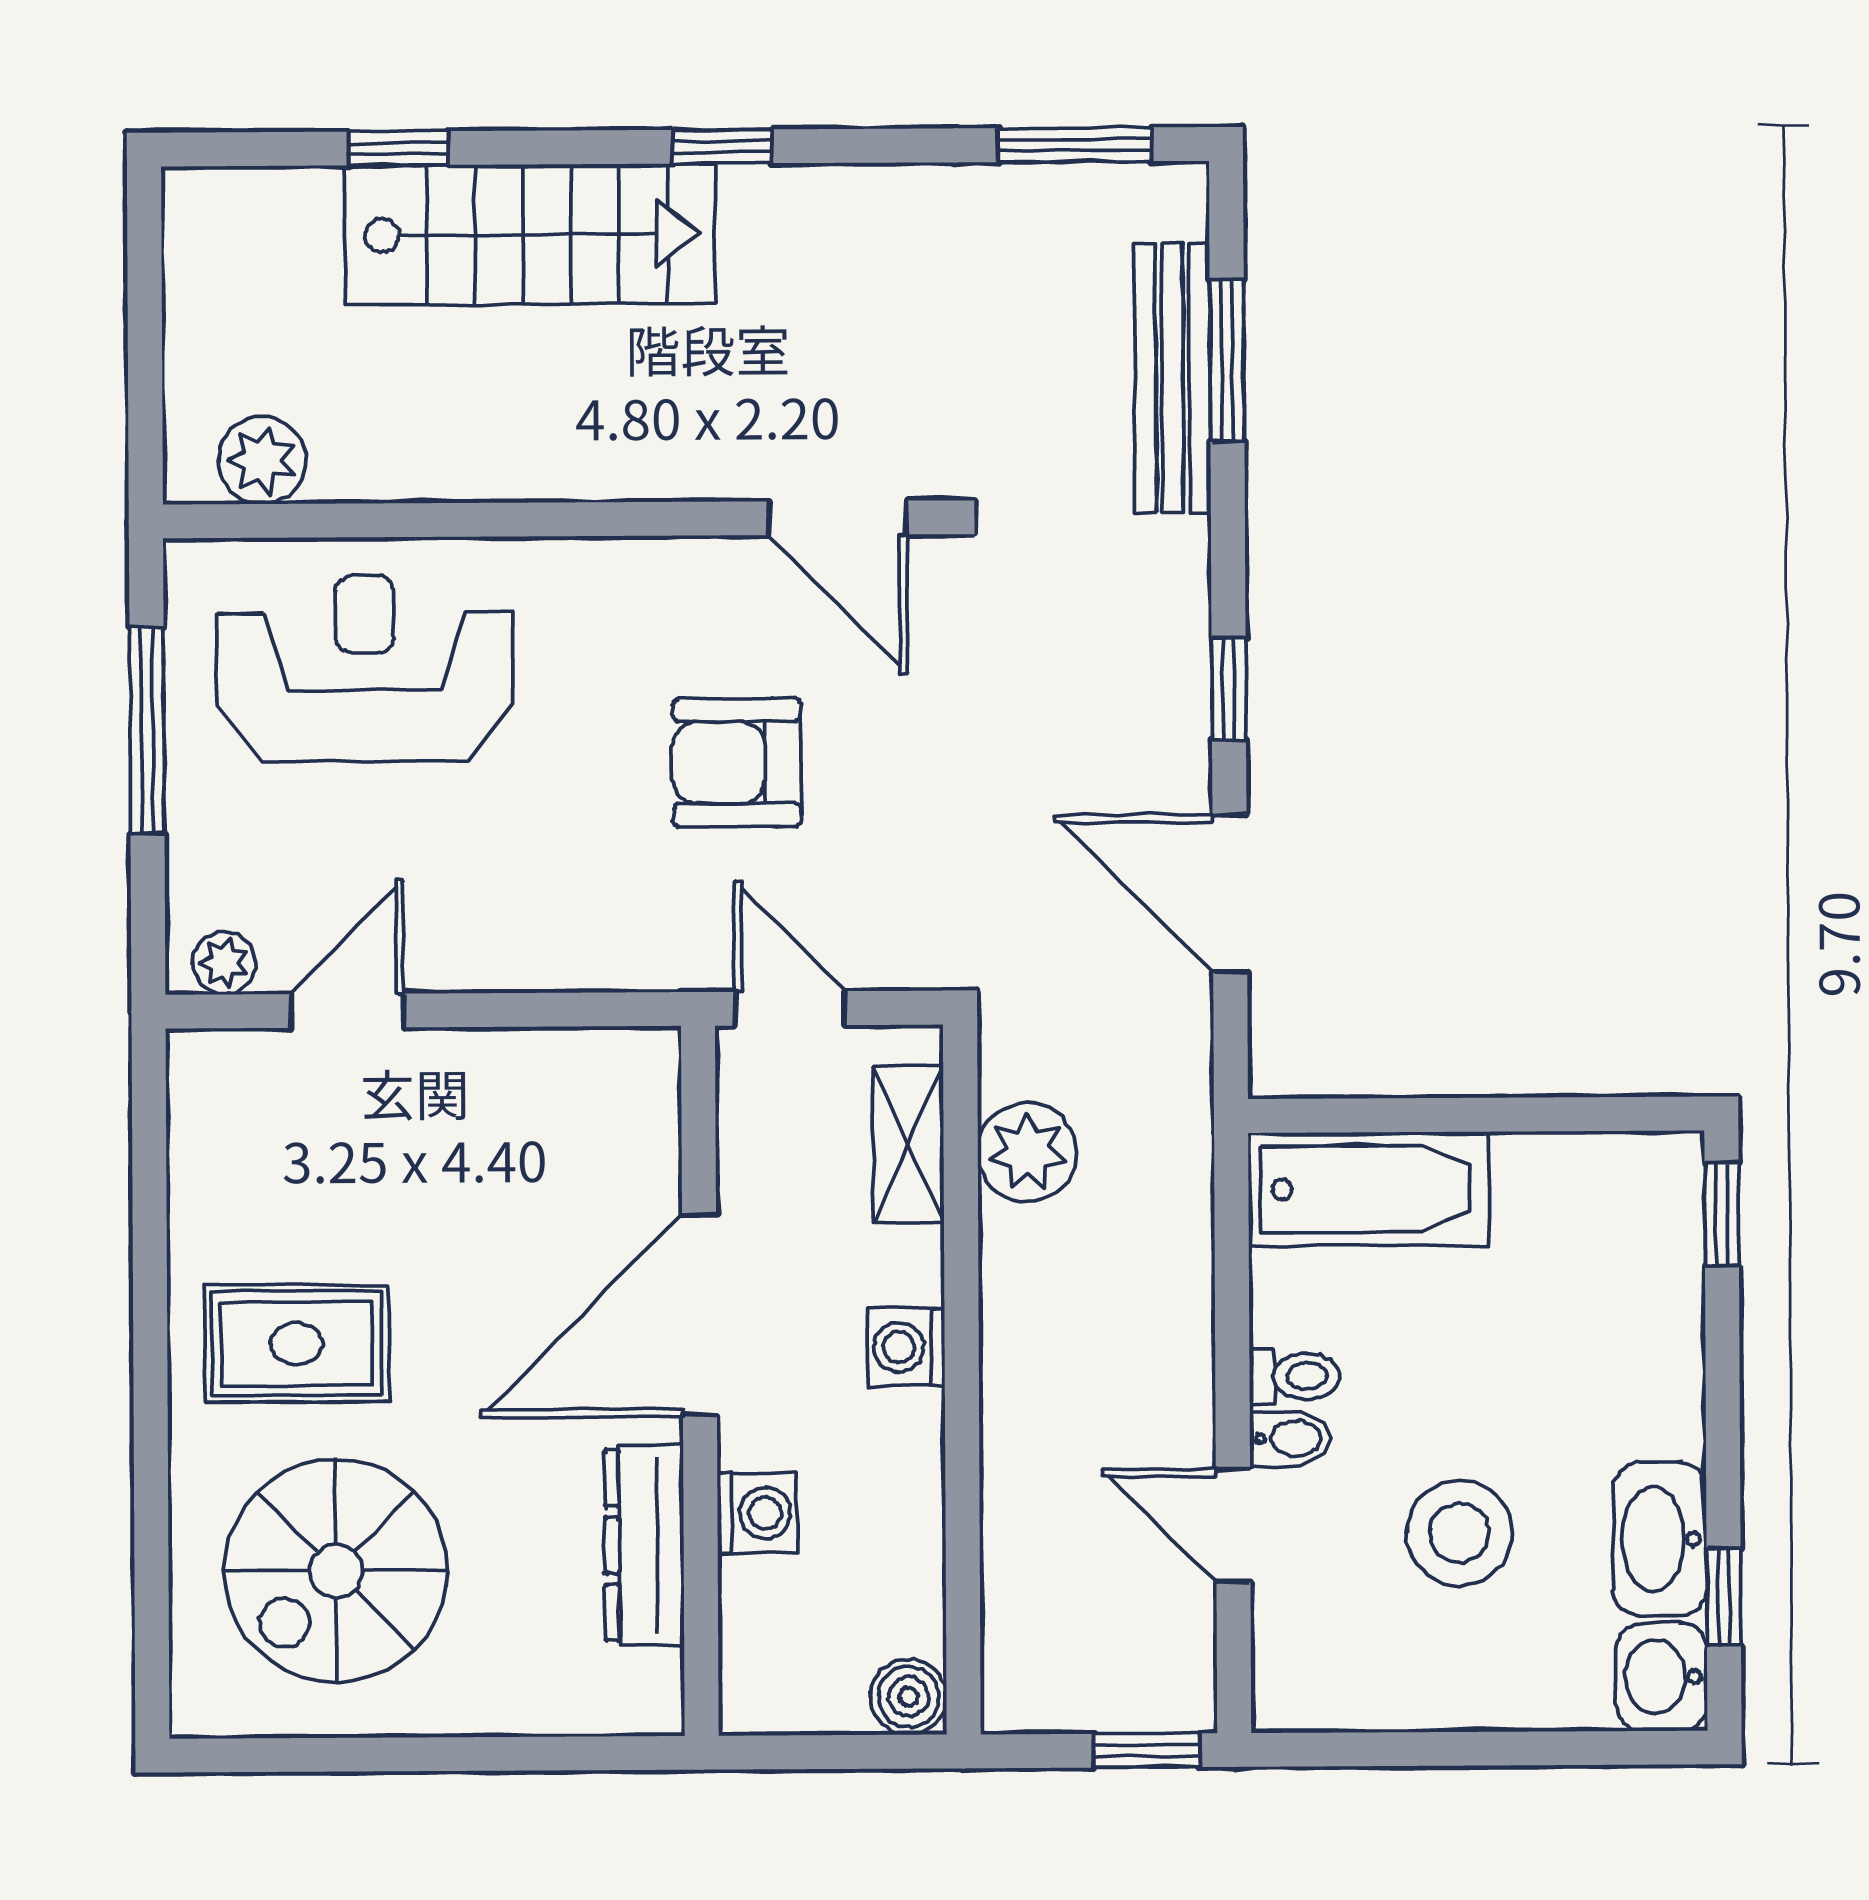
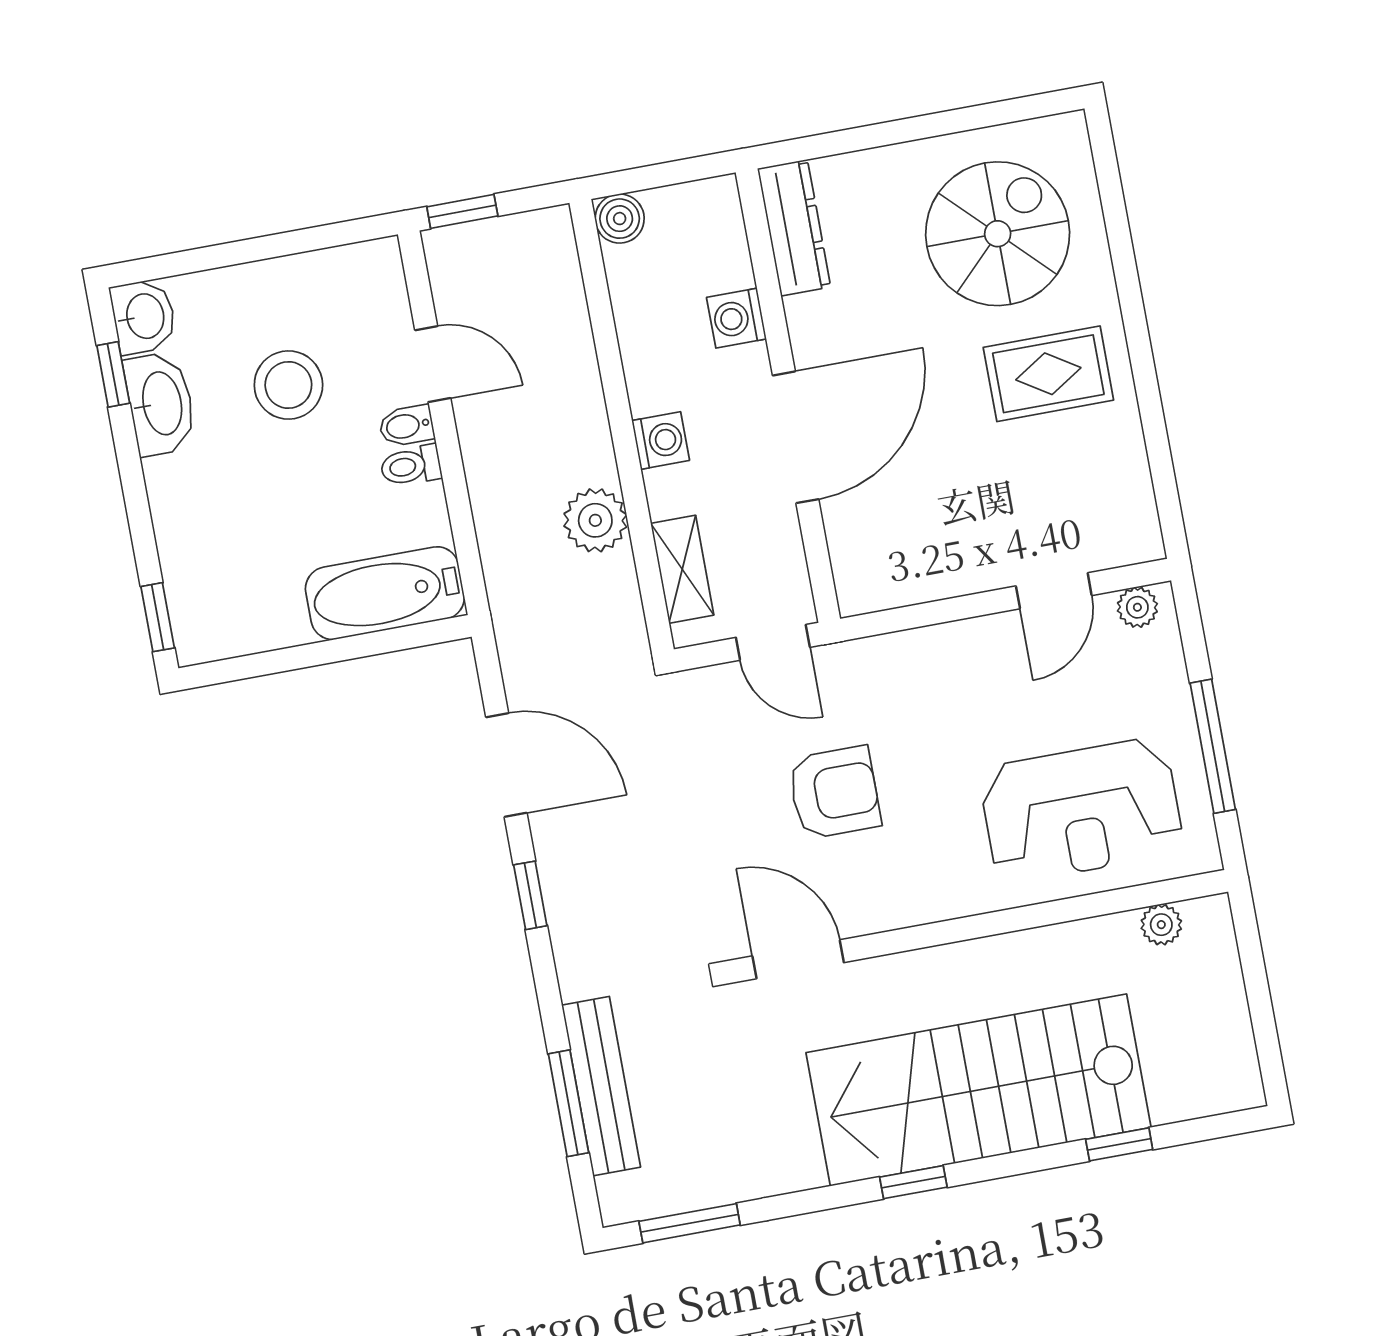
stairs: (530, 234) -> (978, 1090), width x1.36, depth x1.51
plant: (262, 460) -> (1161, 925), width x0.73, depth x0.73
plant: (1027, 1152) -> (595, 520), moved
dresser: (644, 1545) -> (794, 228), moved

